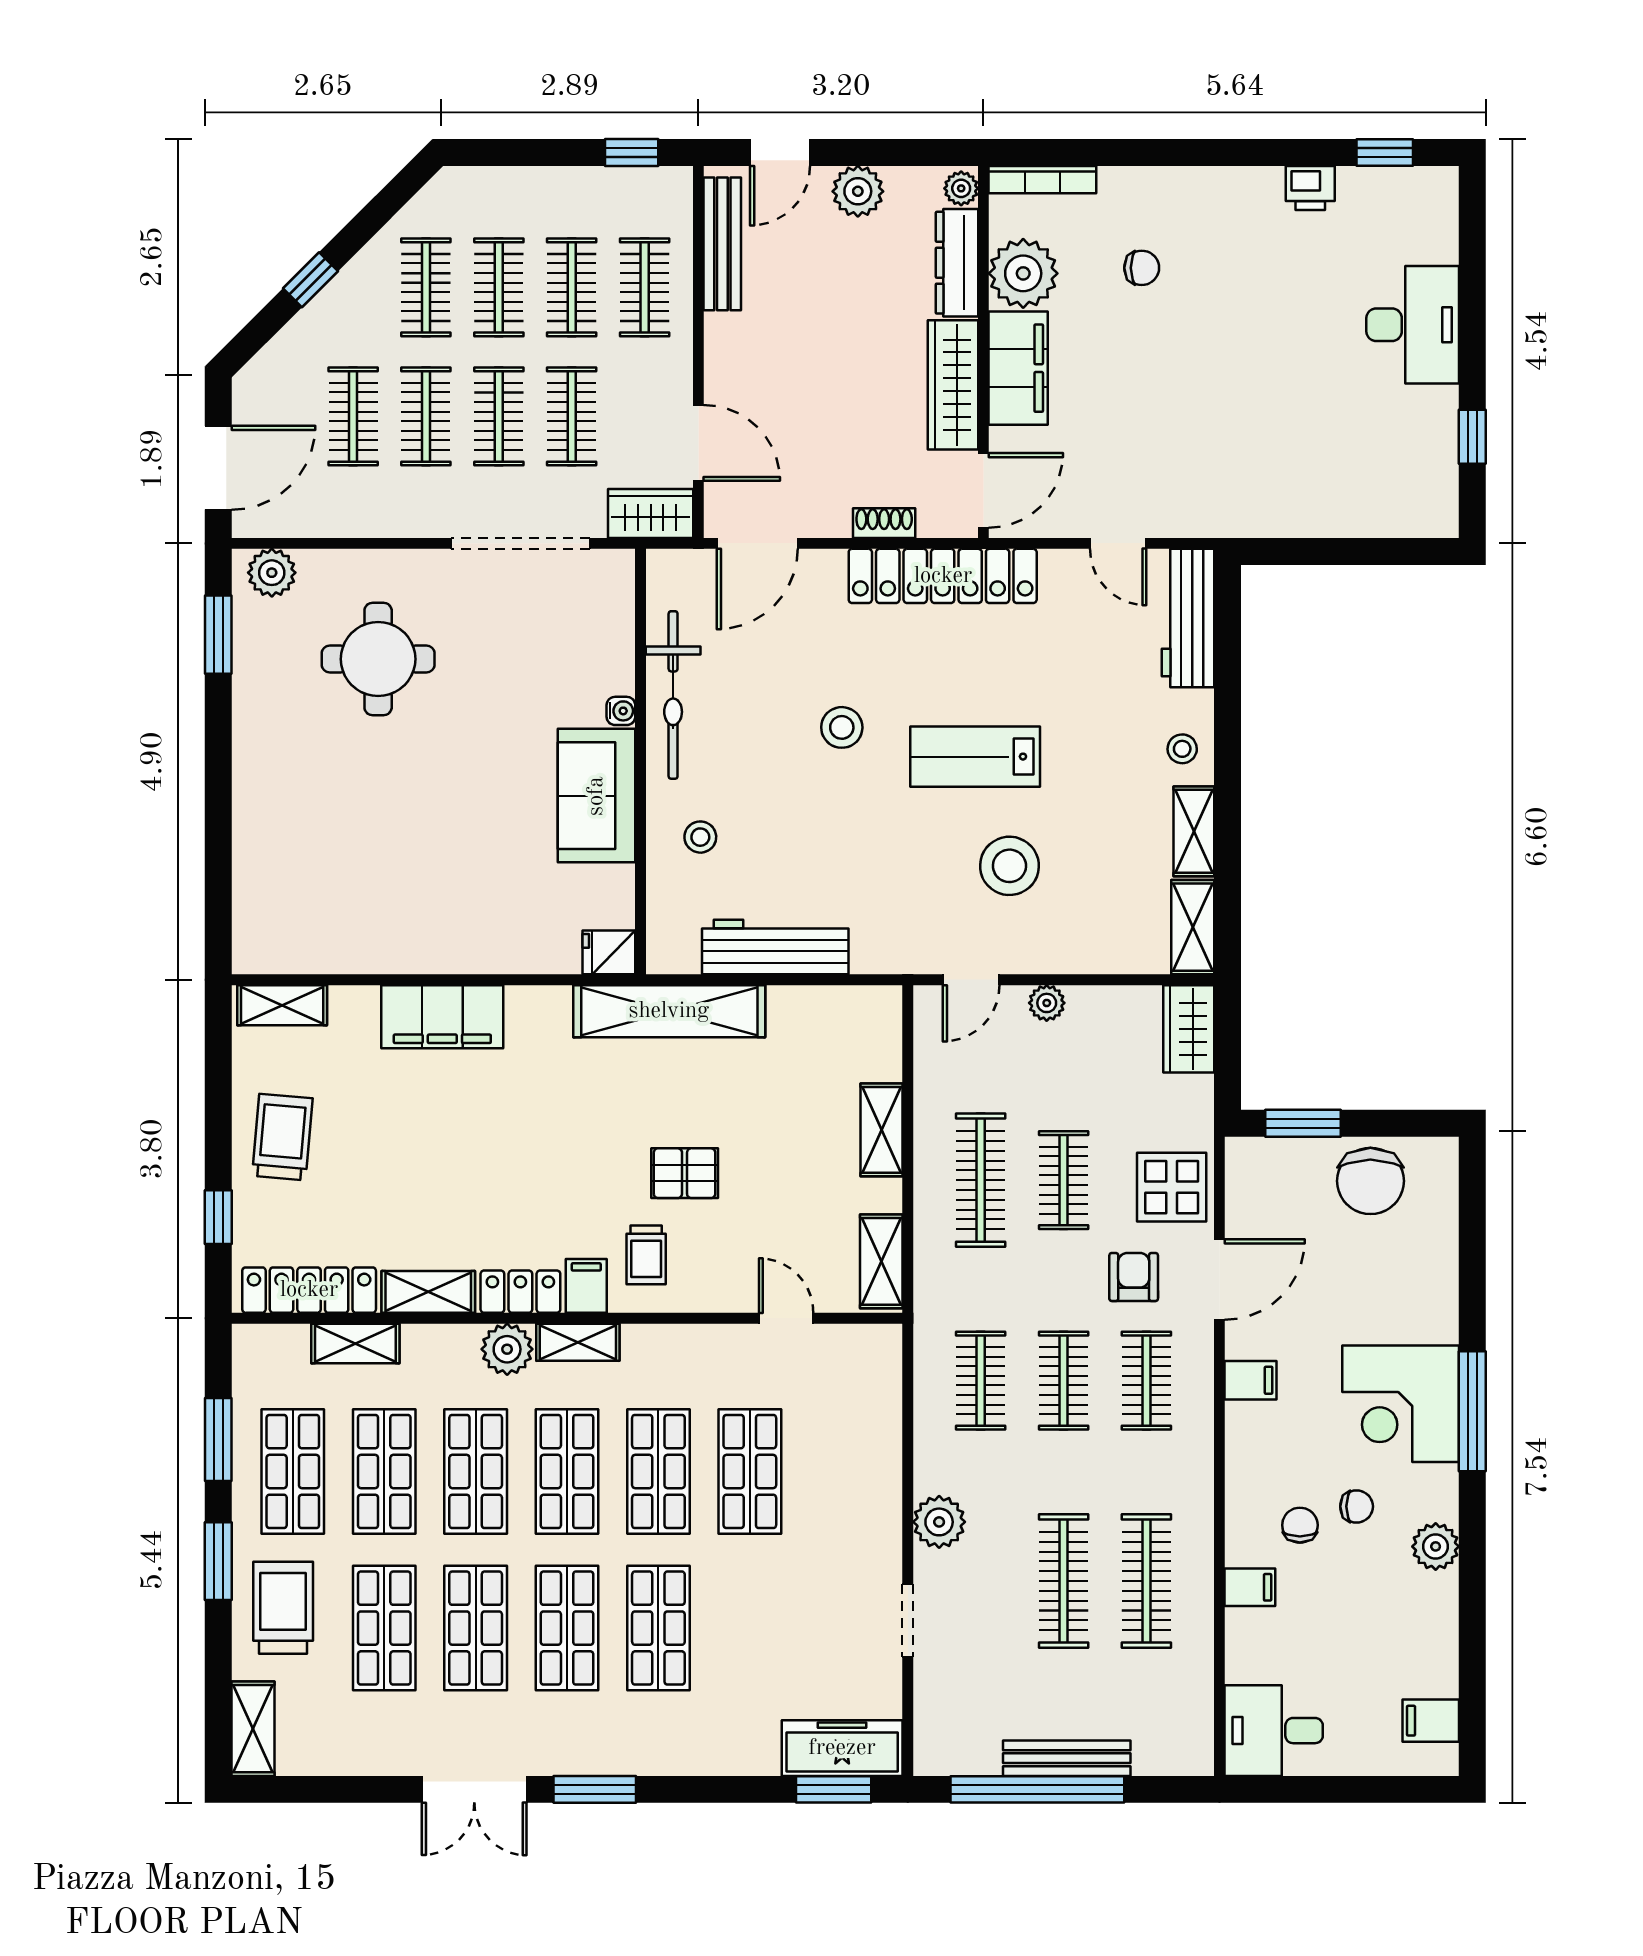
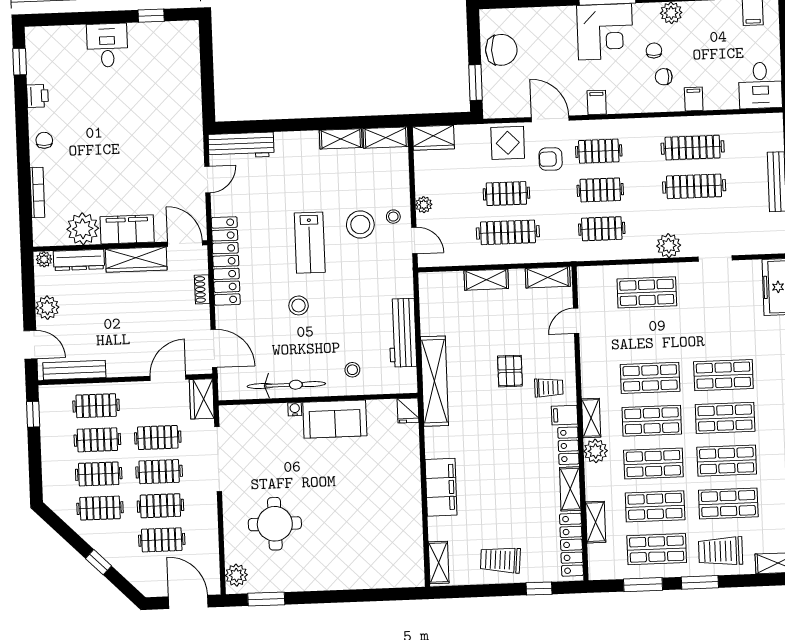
bookcase: (1042, 180) -> (37, 193), moved
chair: (1142, 268) -> (44, 140), moved
desk: (1413, 325) -> (107, 45), width x0.73
stool: (1182, 749) -> (393, 217), moved
shop shelf: (750, 1472) -> (647, 292), moved

